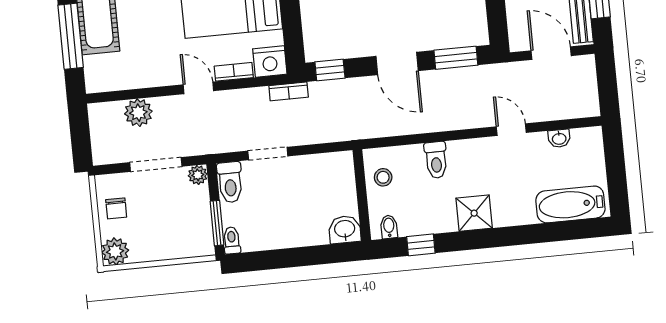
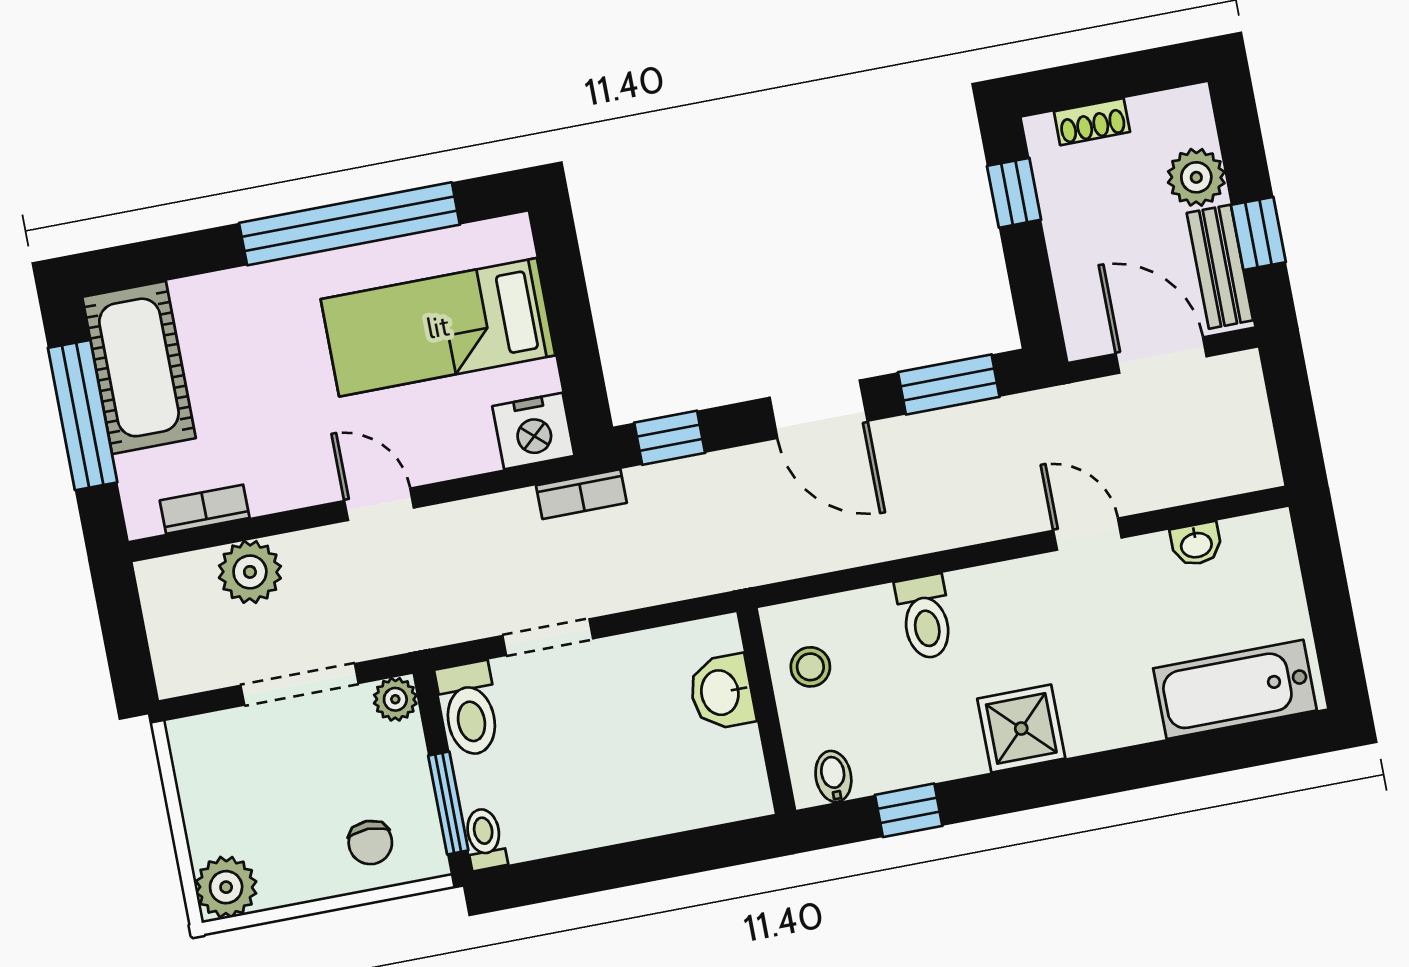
bookcase: (234, 72) -> (205, 509), moved
chair: (116, 208) -> (370, 843), moved
washbasin: (345, 229) -> (722, 692), moved, turned -90

